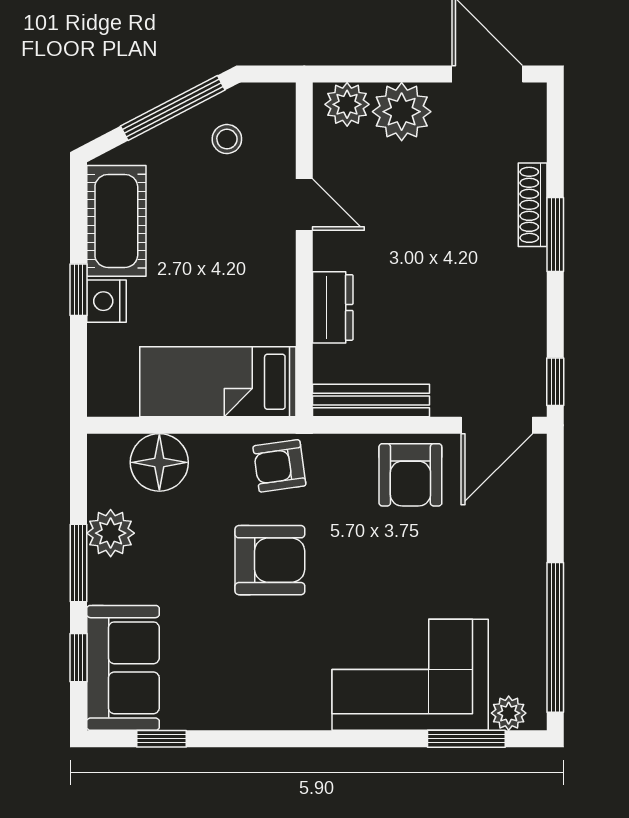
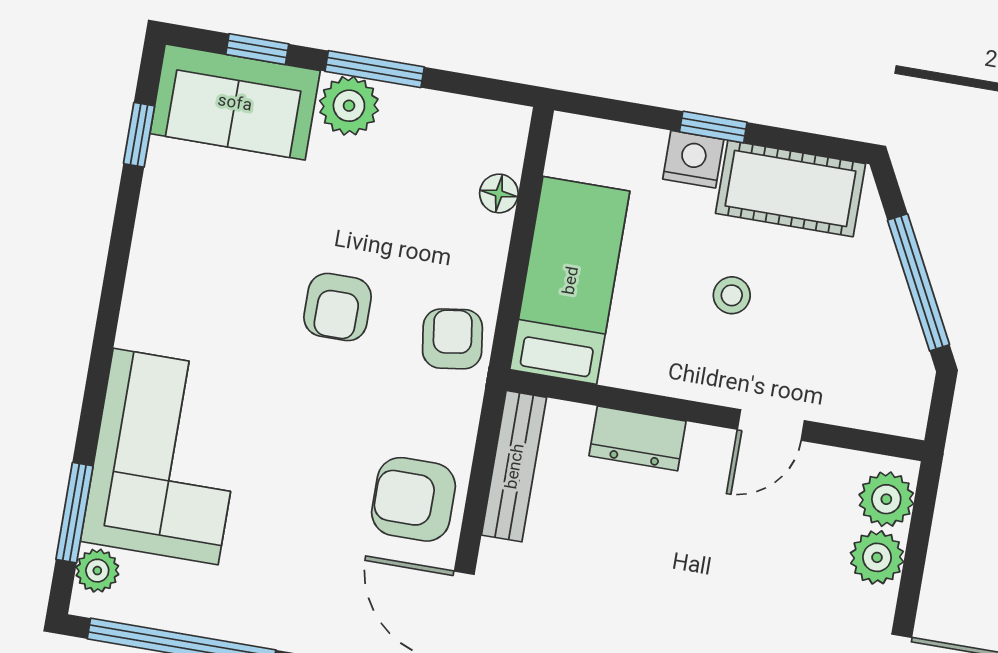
plant: (402, 112) -> (877, 557), width x0.73, depth x0.73
stool: (227, 139) -> (732, 295), moved
floor lamp: (159, 462) -> (499, 193), width x0.53, depth x0.53
plant: (111, 533) -> (349, 106), moved
armchair: (270, 560) -> (338, 307), width x0.72, depth x0.72

